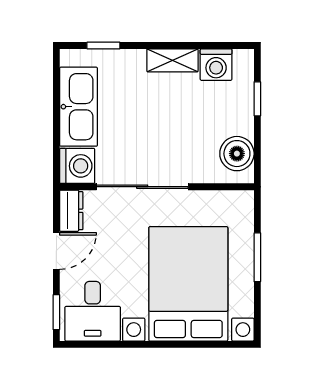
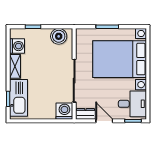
kitchen sink: (79, 107) -> (18, 98), moved, turned 90

